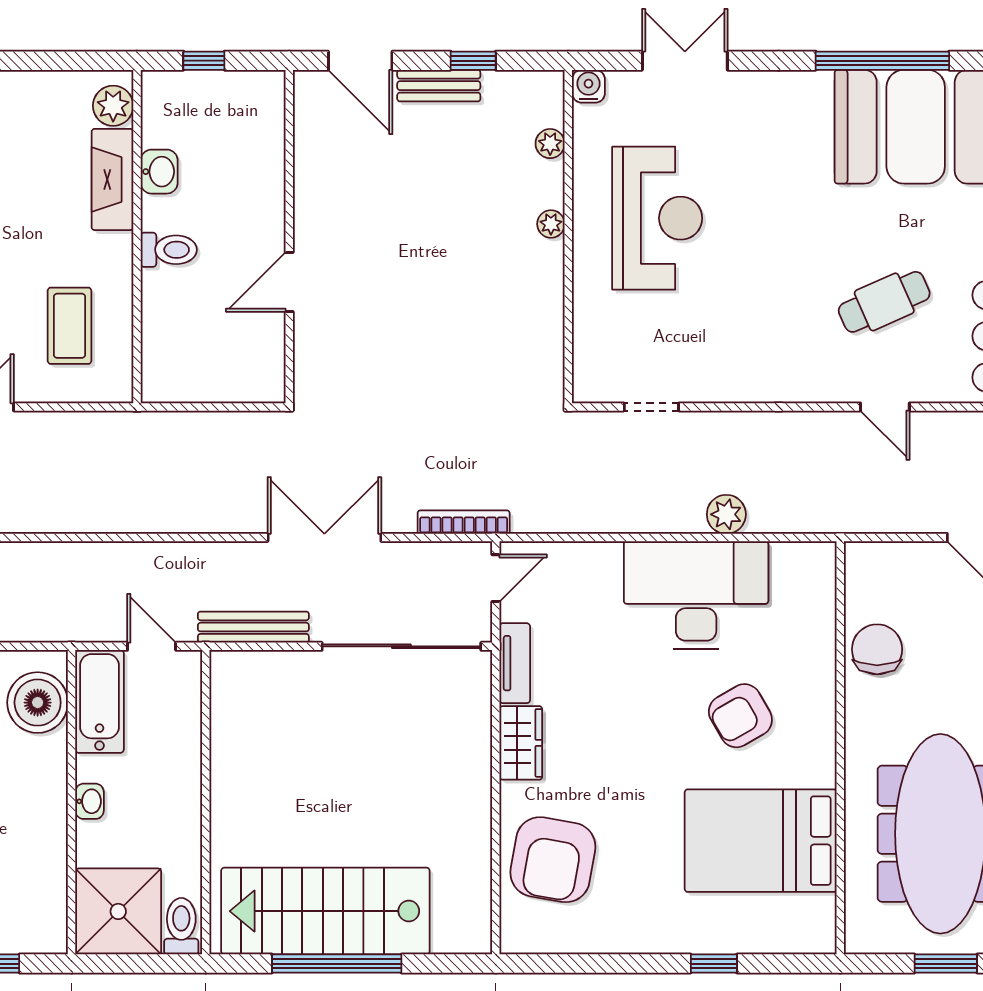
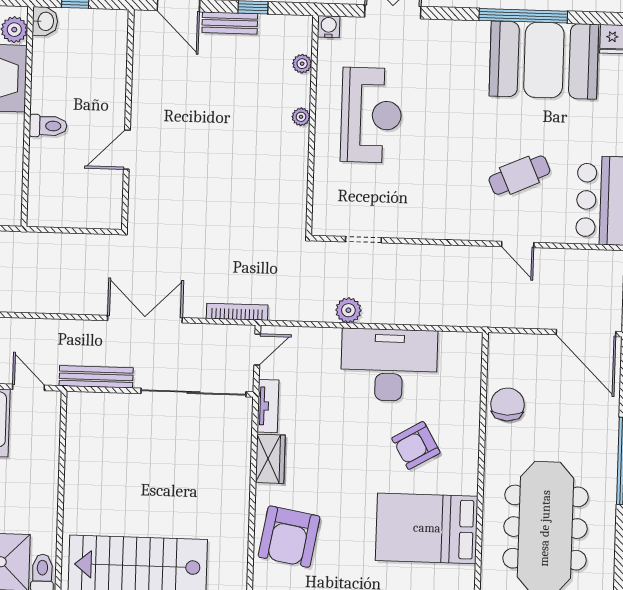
washbasin: (159, 172) -> (45, 21), moved
plant: (726, 514) -> (348, 310), moved

